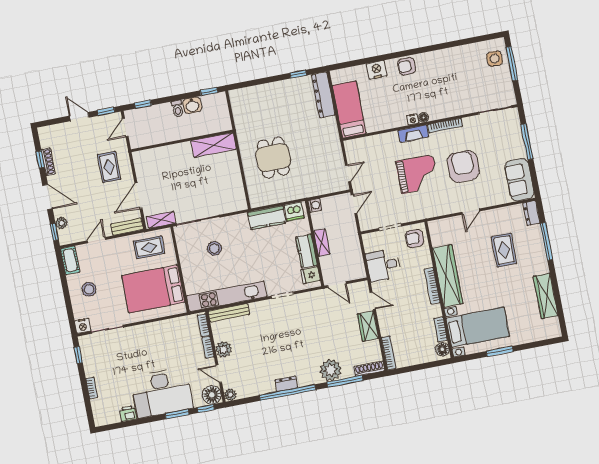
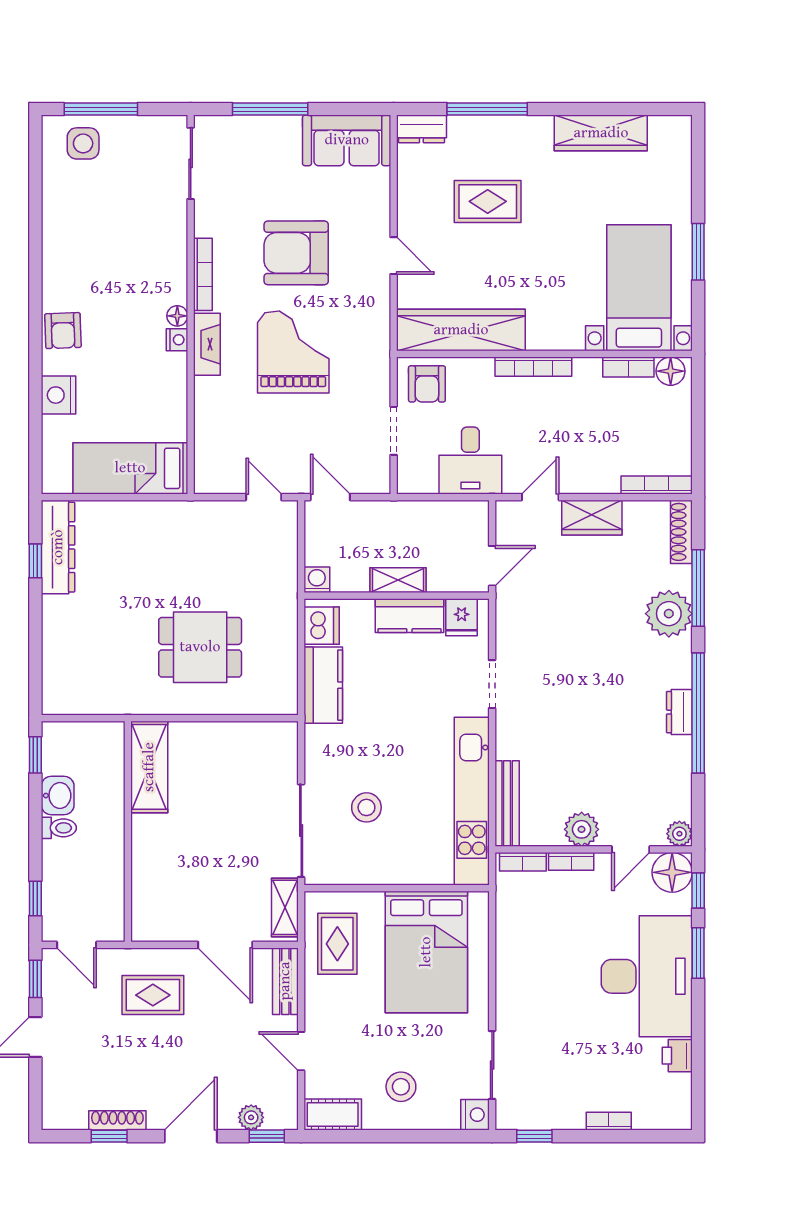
dresser: (323, 95) -> (58, 547), moved, turned -90
wardrobe: (448, 276) -> (461, 330), moved

